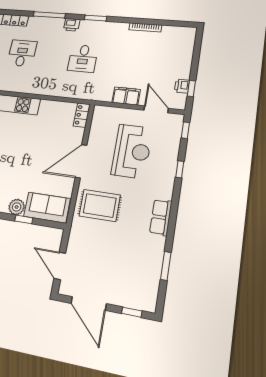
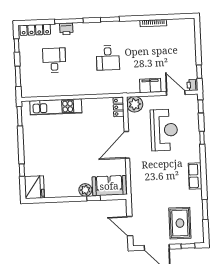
printer: (72, 25) -> (66, 29), moved
printer: (182, 86) -> (192, 85), moved
plant: (102, 115) -> (135, 104), added
rug: (100, 205) -> (180, 223), moved, turned 90

